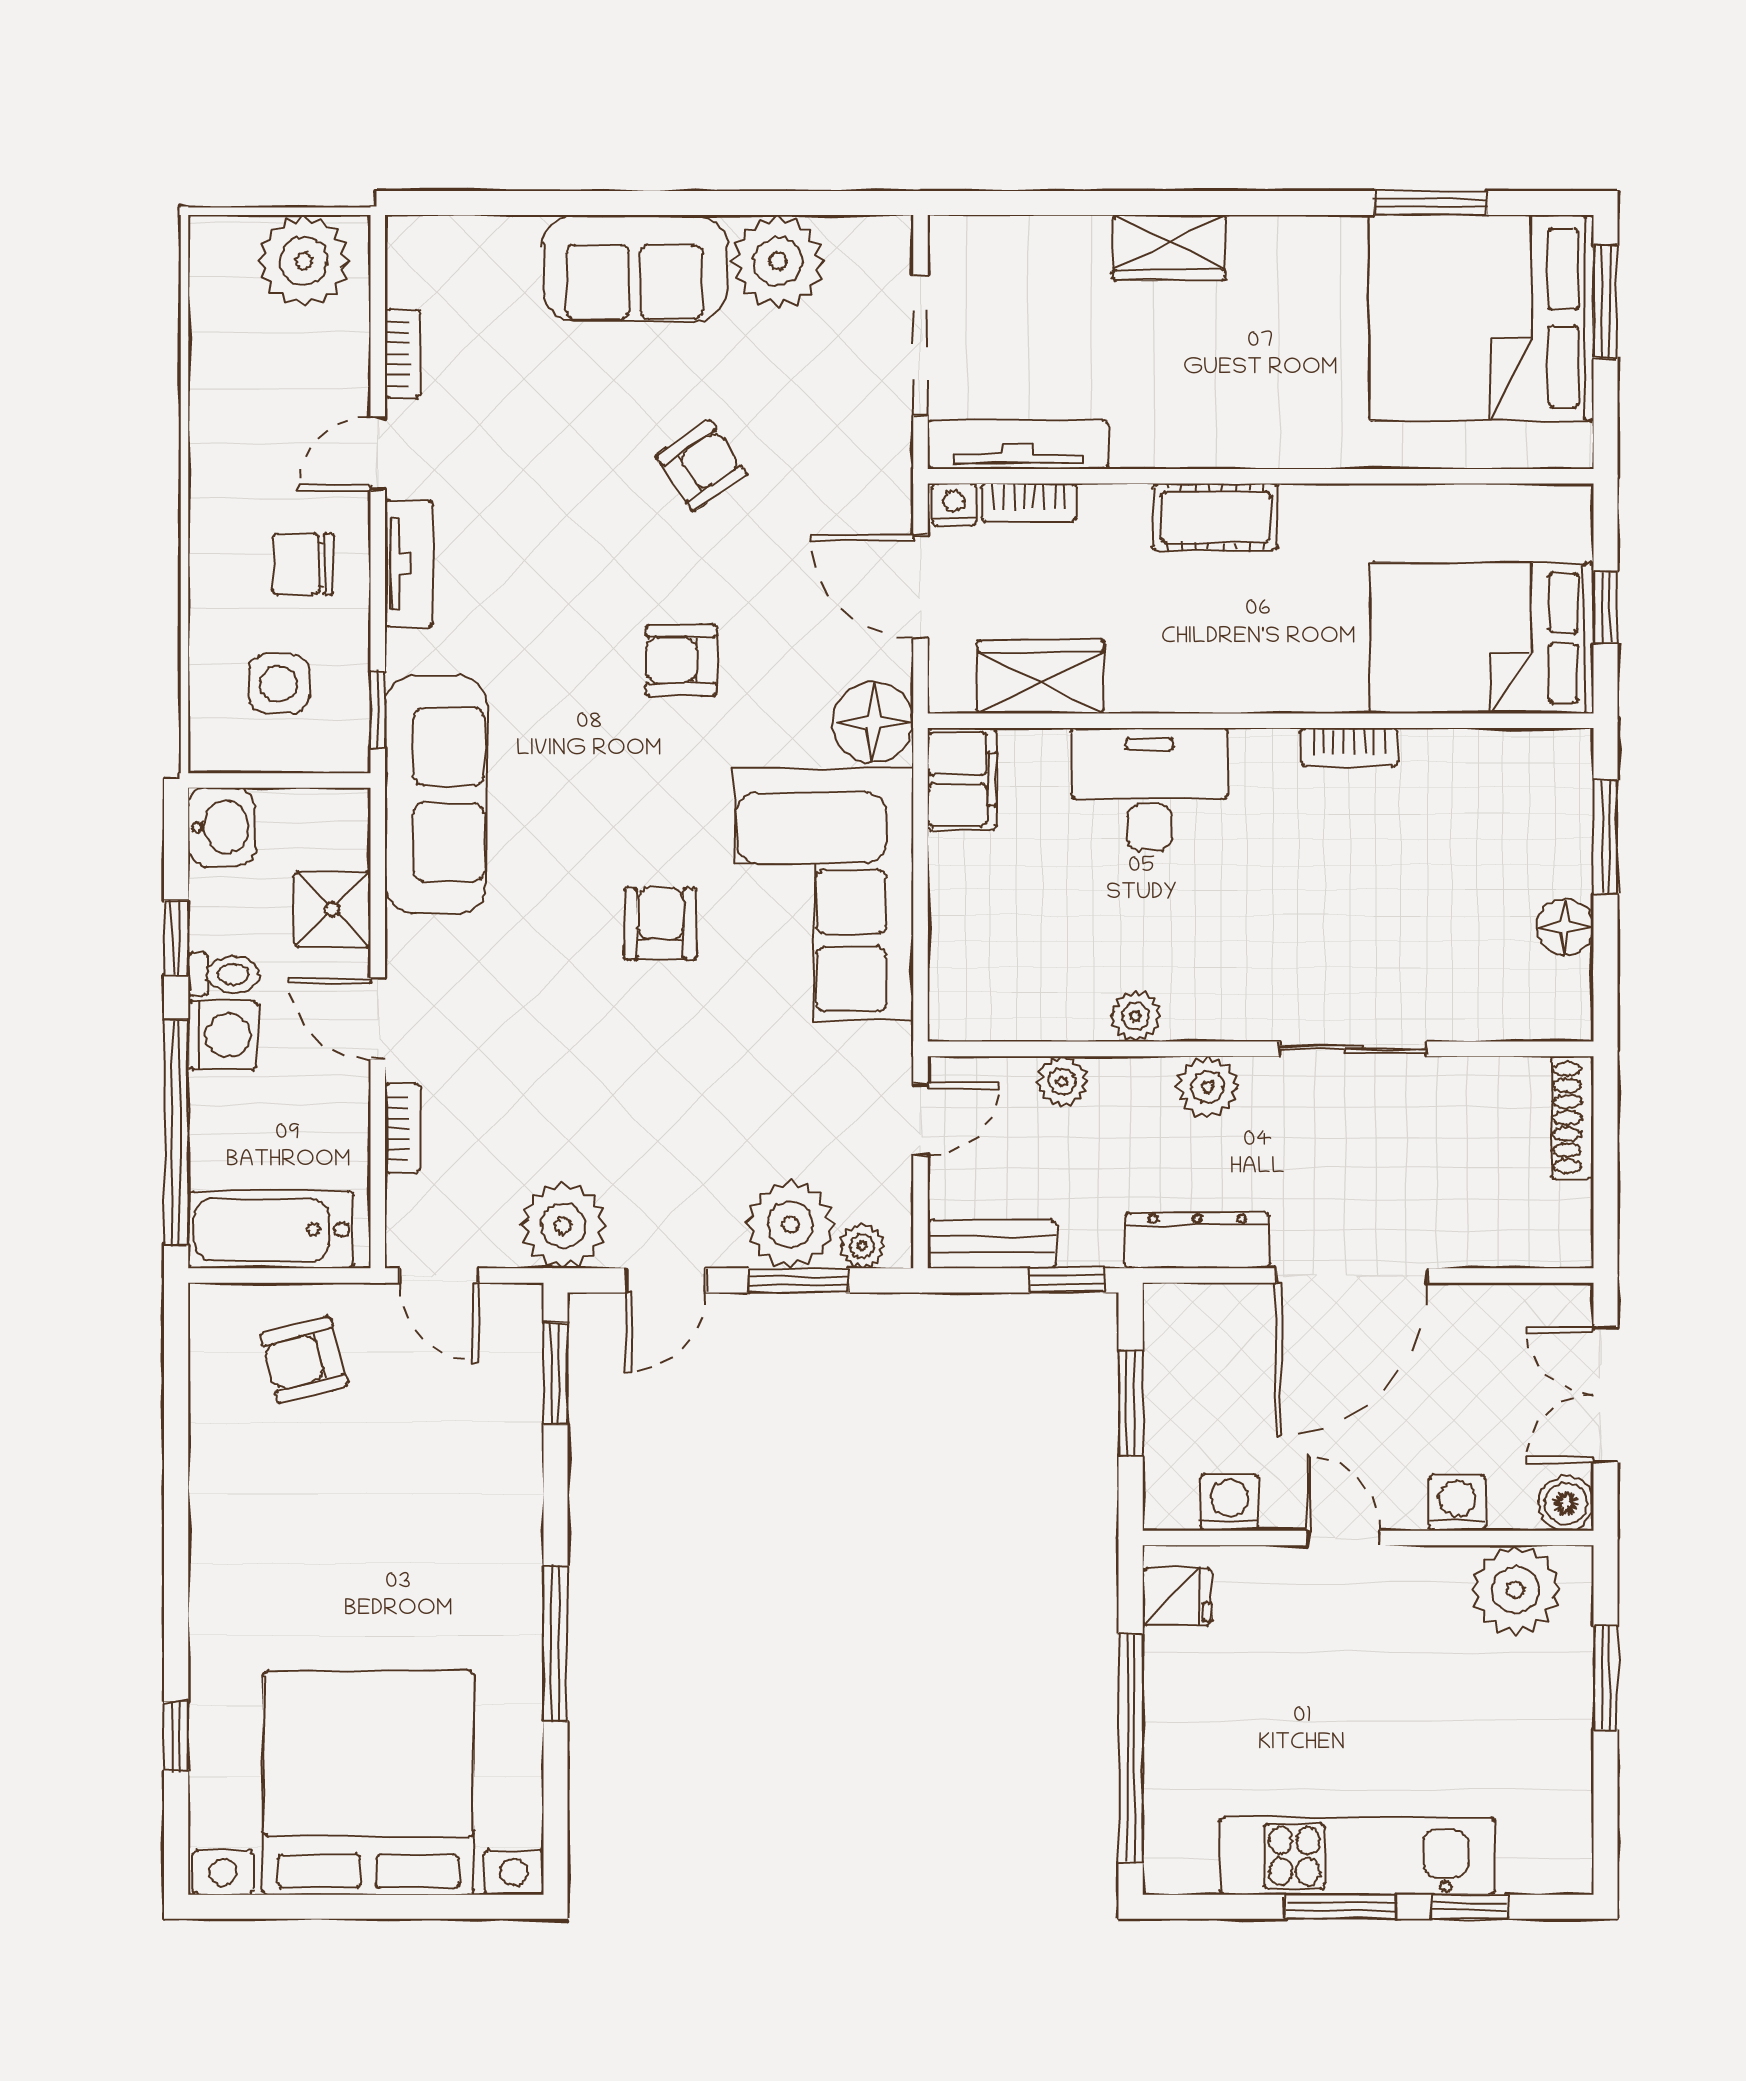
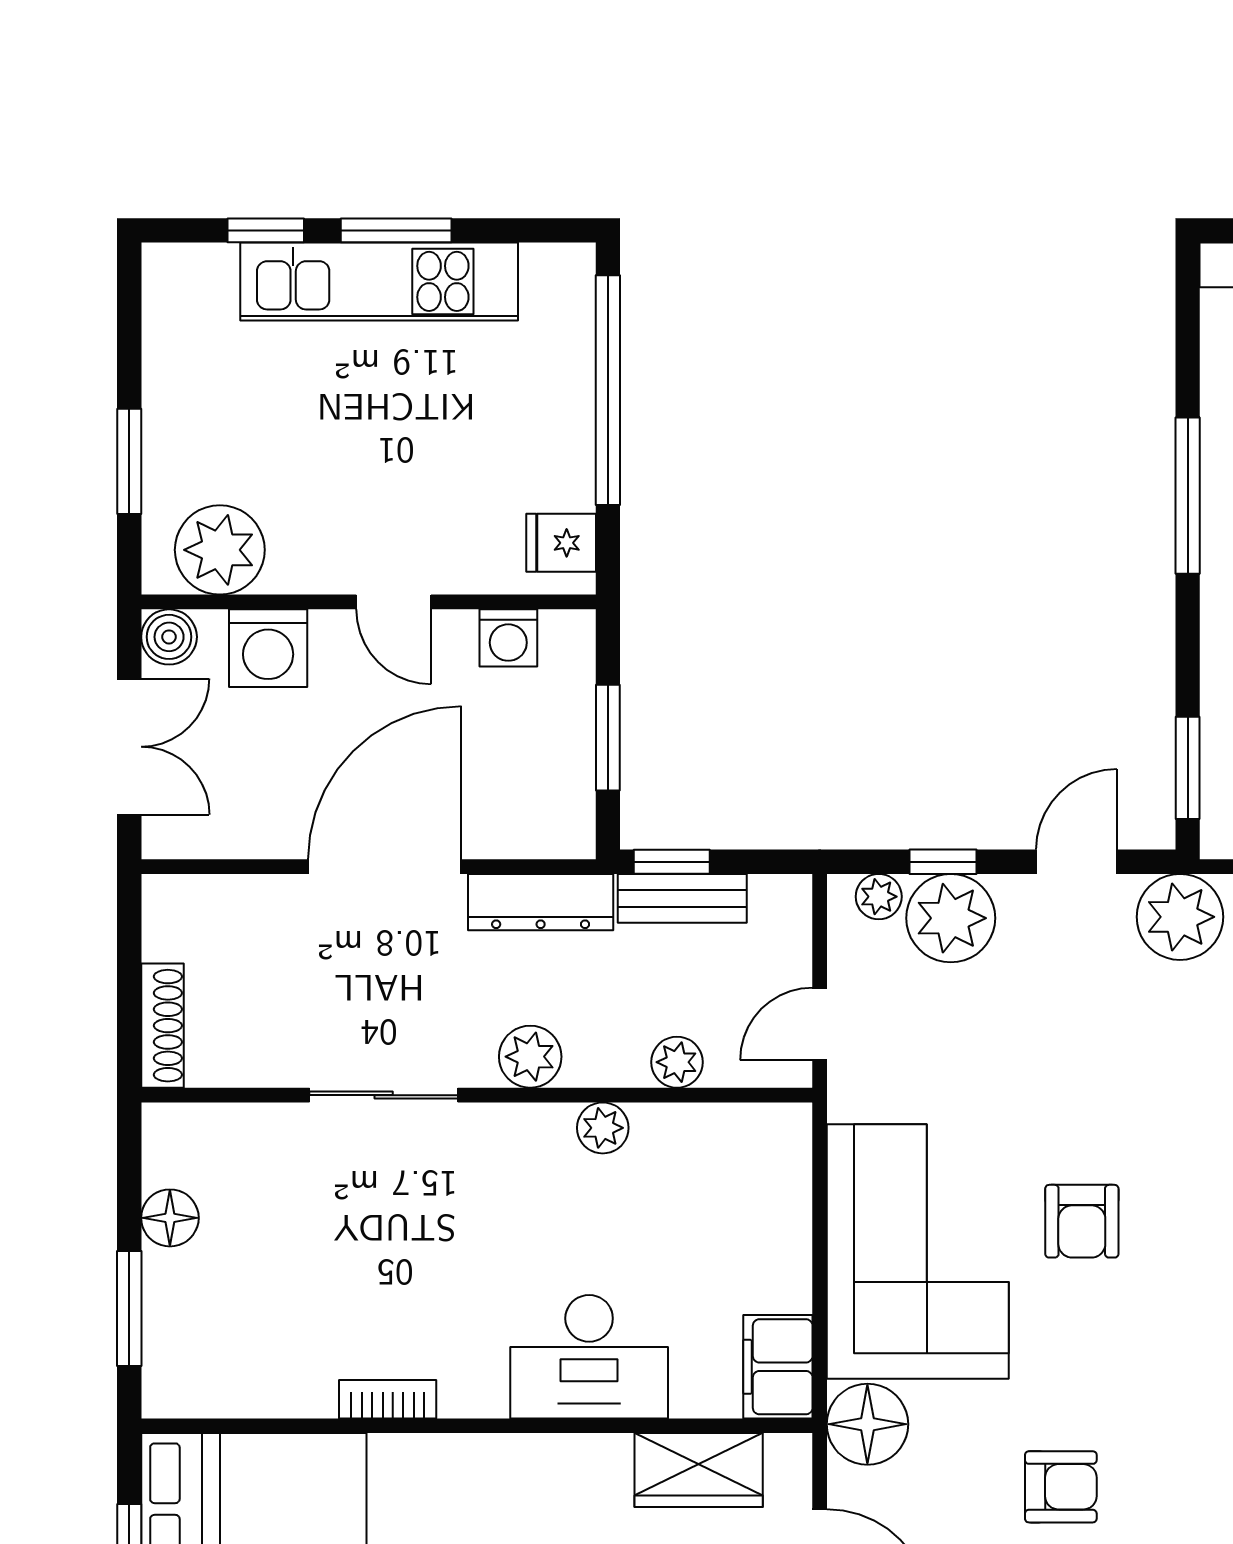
bench: (992, 1244) -> (682, 898), moved
window: (798, 1280) -> (943, 862), width x0.67
washing machine: (1457, 1503) -> (268, 648), width x1.38, depth x1.38

